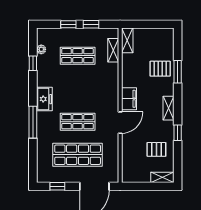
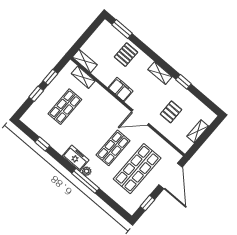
plant: (41, 49) -> (87, 171), moved
window: (178, 72) -> (122, 29), moved
filing cabinet: (129, 99) -> (120, 89), moved
door: (120, 123) -> (140, 117), swing flipped
pallet: (156, 149) -> (171, 112), moved
shelving: (162, 177) -> (198, 131), moved

